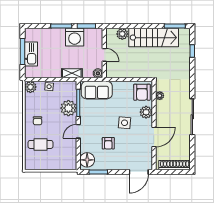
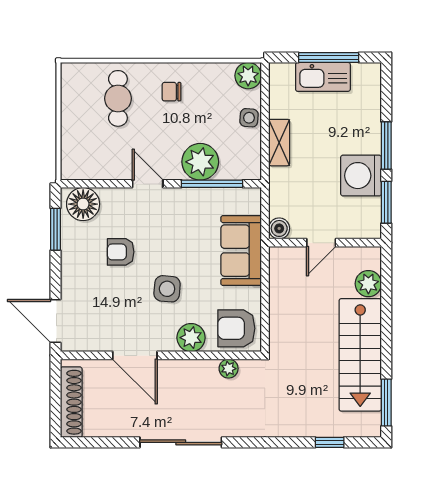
shelving: (72, 73) -> (279, 143), moved
sofa: (97, 90) -> (241, 251), moved

